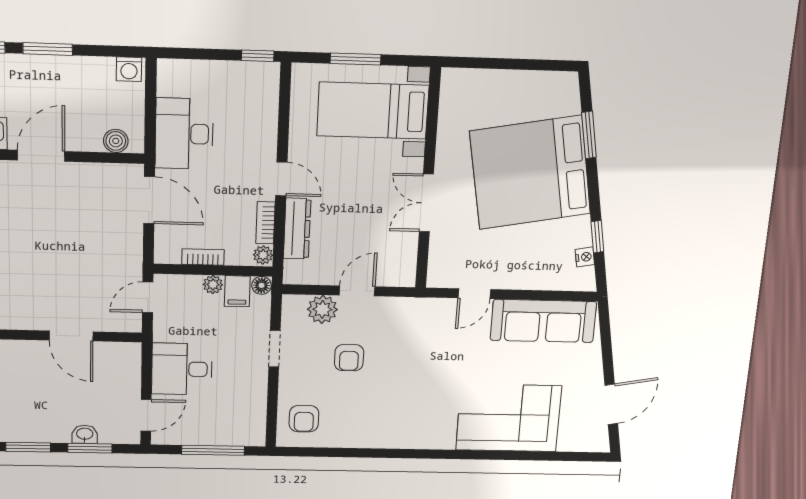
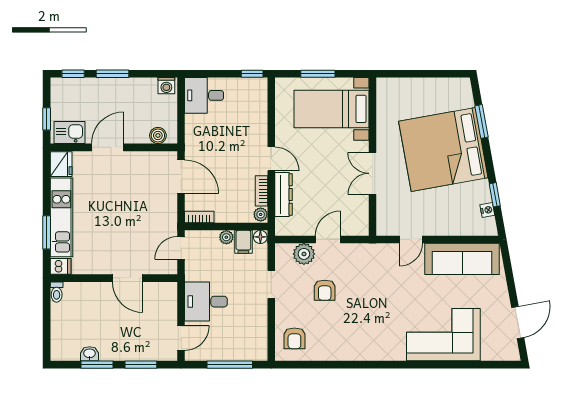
desk: (184, 134) -> (204, 95), moved, width x0.73
bookcase: (203, 257) -> (199, 217), moved
washbasin: (85, 434) -> (90, 354), moved

